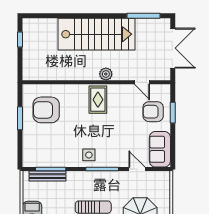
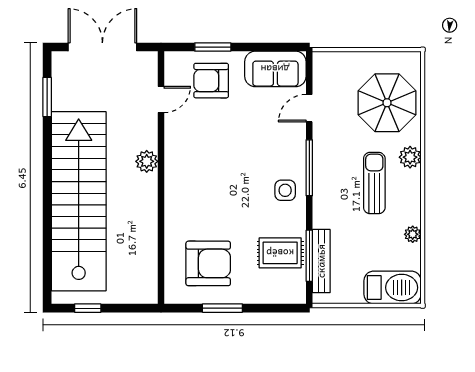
window: (143, 16) -> (47, 97), width x0.69
stairs: (96, 34) -> (79, 201), width x1.36
rug: (98, 100) -> (280, 253), moved
armchair: (46, 110) -> (208, 263), turned -90
armchair: (153, 112) -> (211, 81), turned 90

